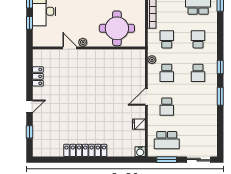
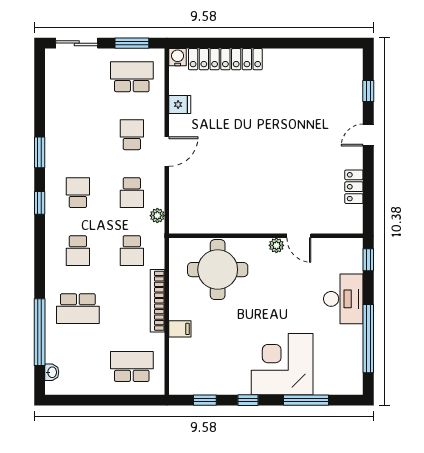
window: (30, 23) -> (368, 260), moved
school desk: (167, 73) -> (132, 193), turned 180
locker: (85, 150) -> (225, 59), moved

